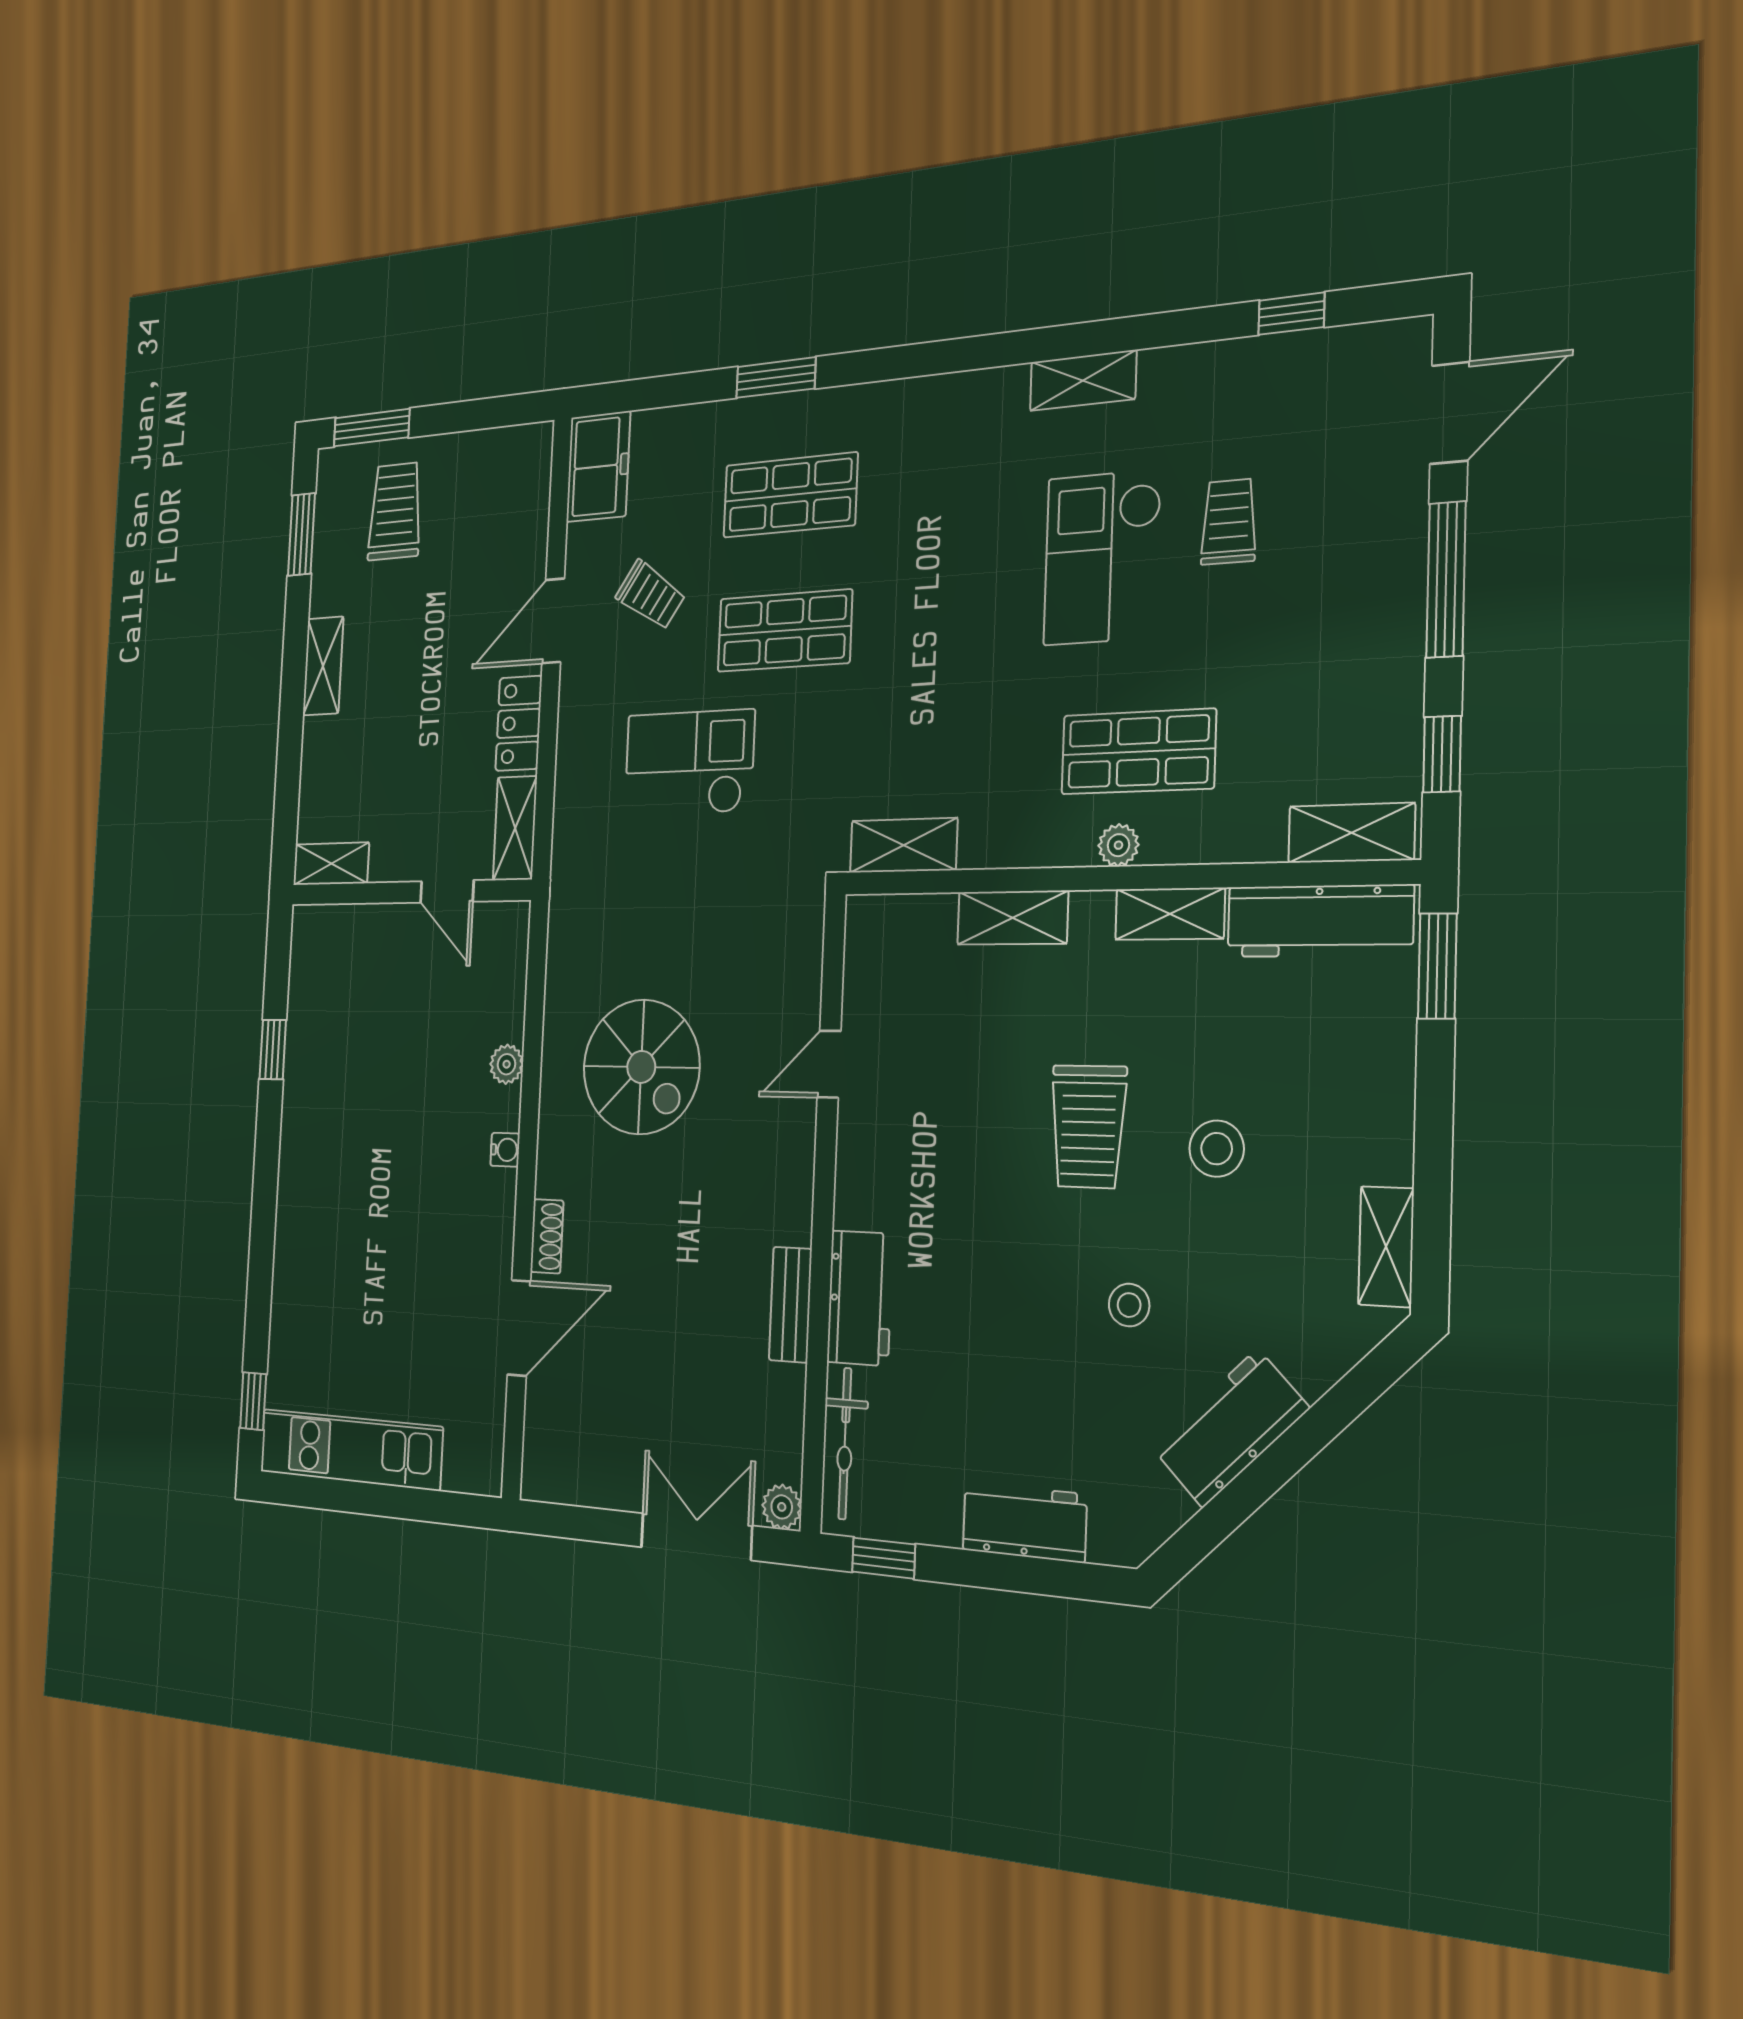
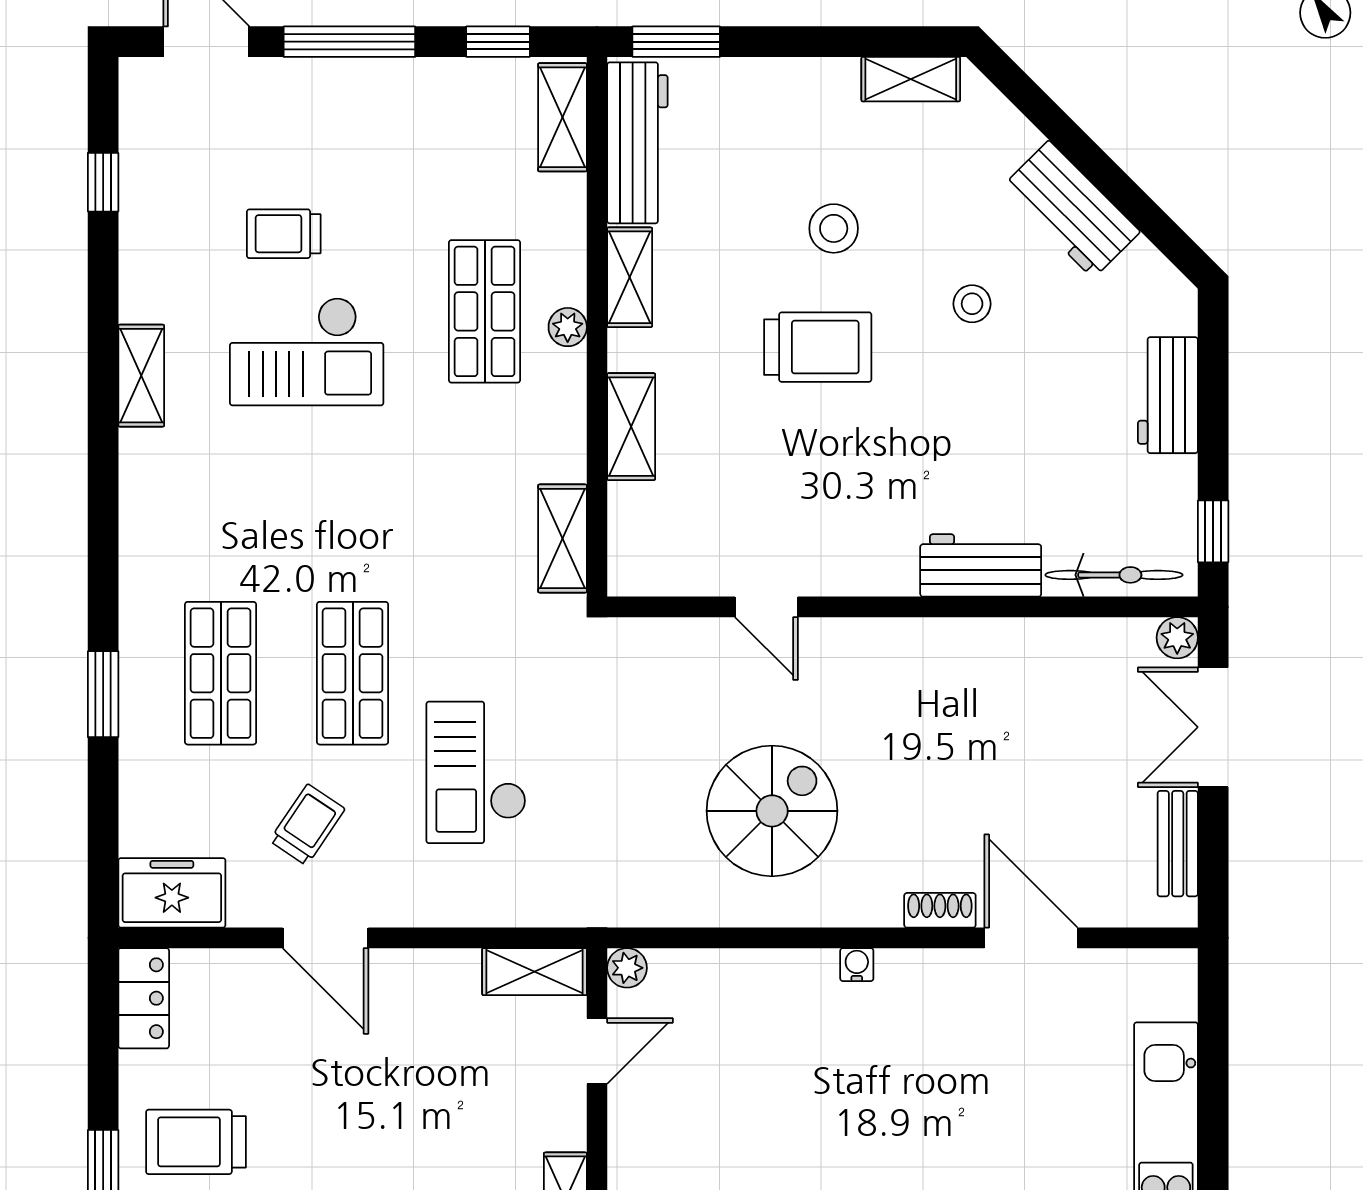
locker: (519, 723) -> (144, 998), moved, turned -90
plant: (507, 1064) -> (627, 968), moved
bench: (790, 1305) -> (1178, 844), moved, turned 90

